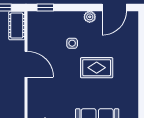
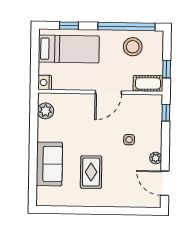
rug: (97, 68) -> (91, 172), moved

